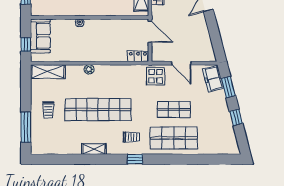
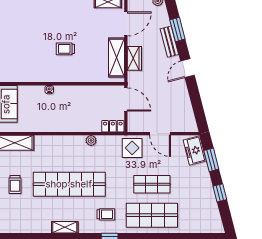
plant: (89, 69) -> (91, 140), moved

